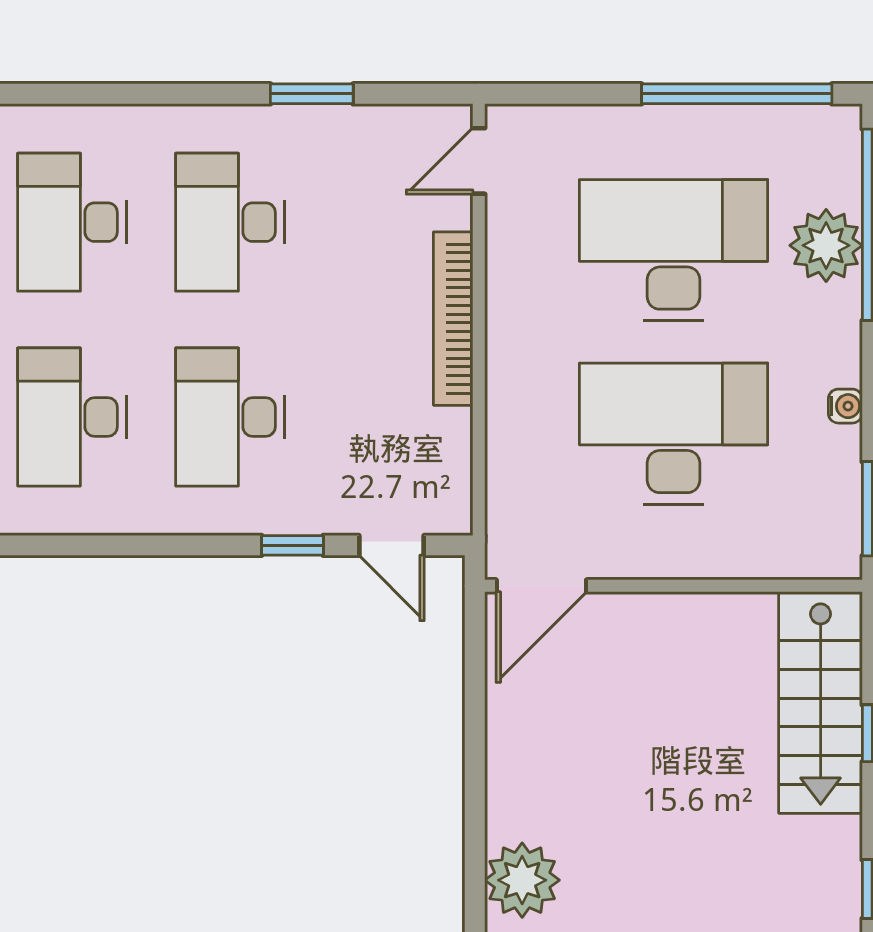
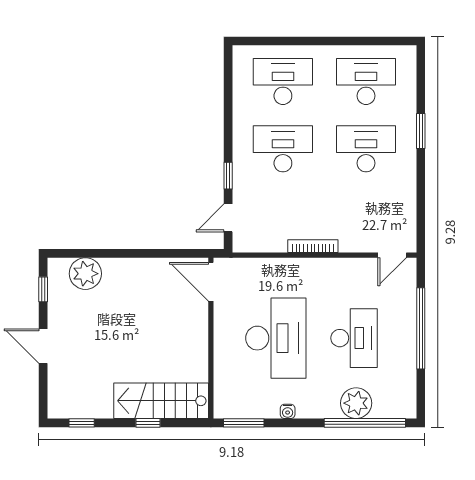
window: (312, 94) -> (421, 131), moved
window: (737, 94) -> (421, 328), moved
door: (479, 161) -> (392, 255), swing flipped
desk: (673, 250) -> (354, 338), width x0.73, depth x0.77
bookcase: (453, 319) -> (313, 246), width x0.68, depth x0.76

